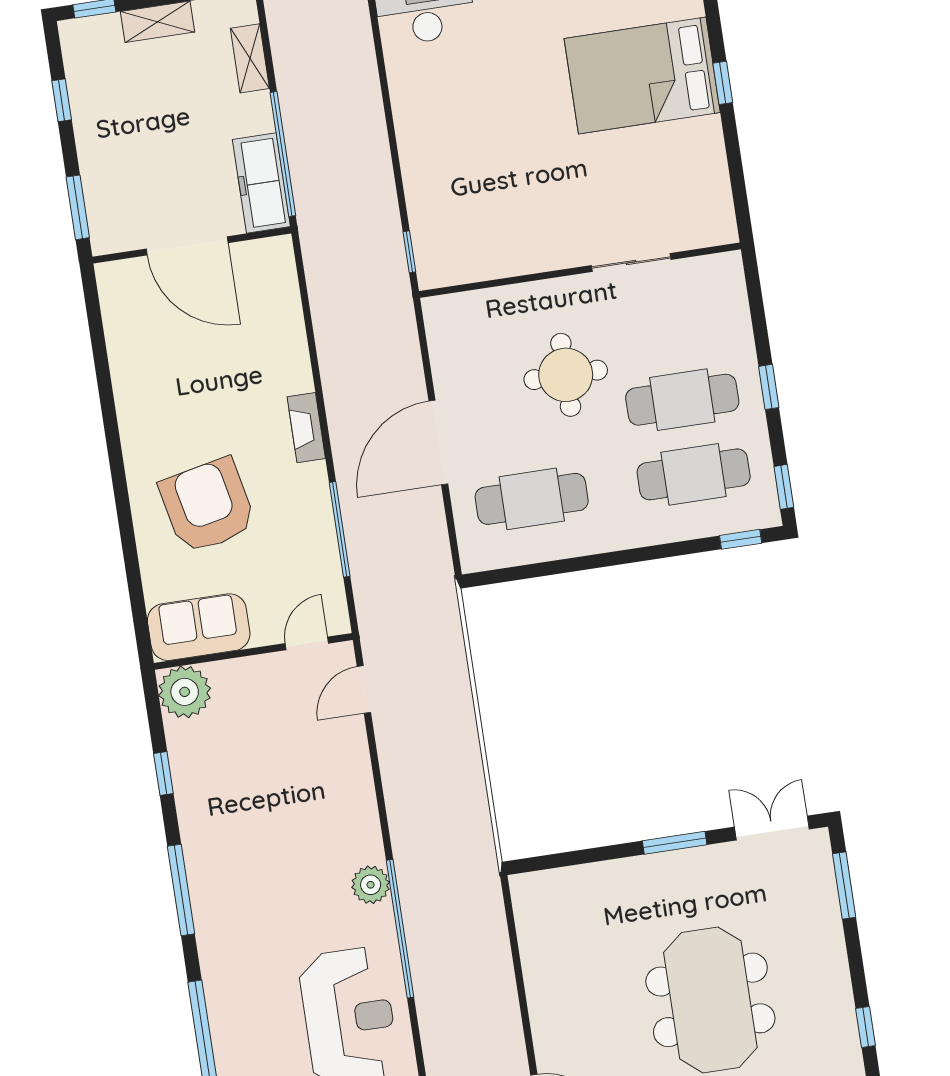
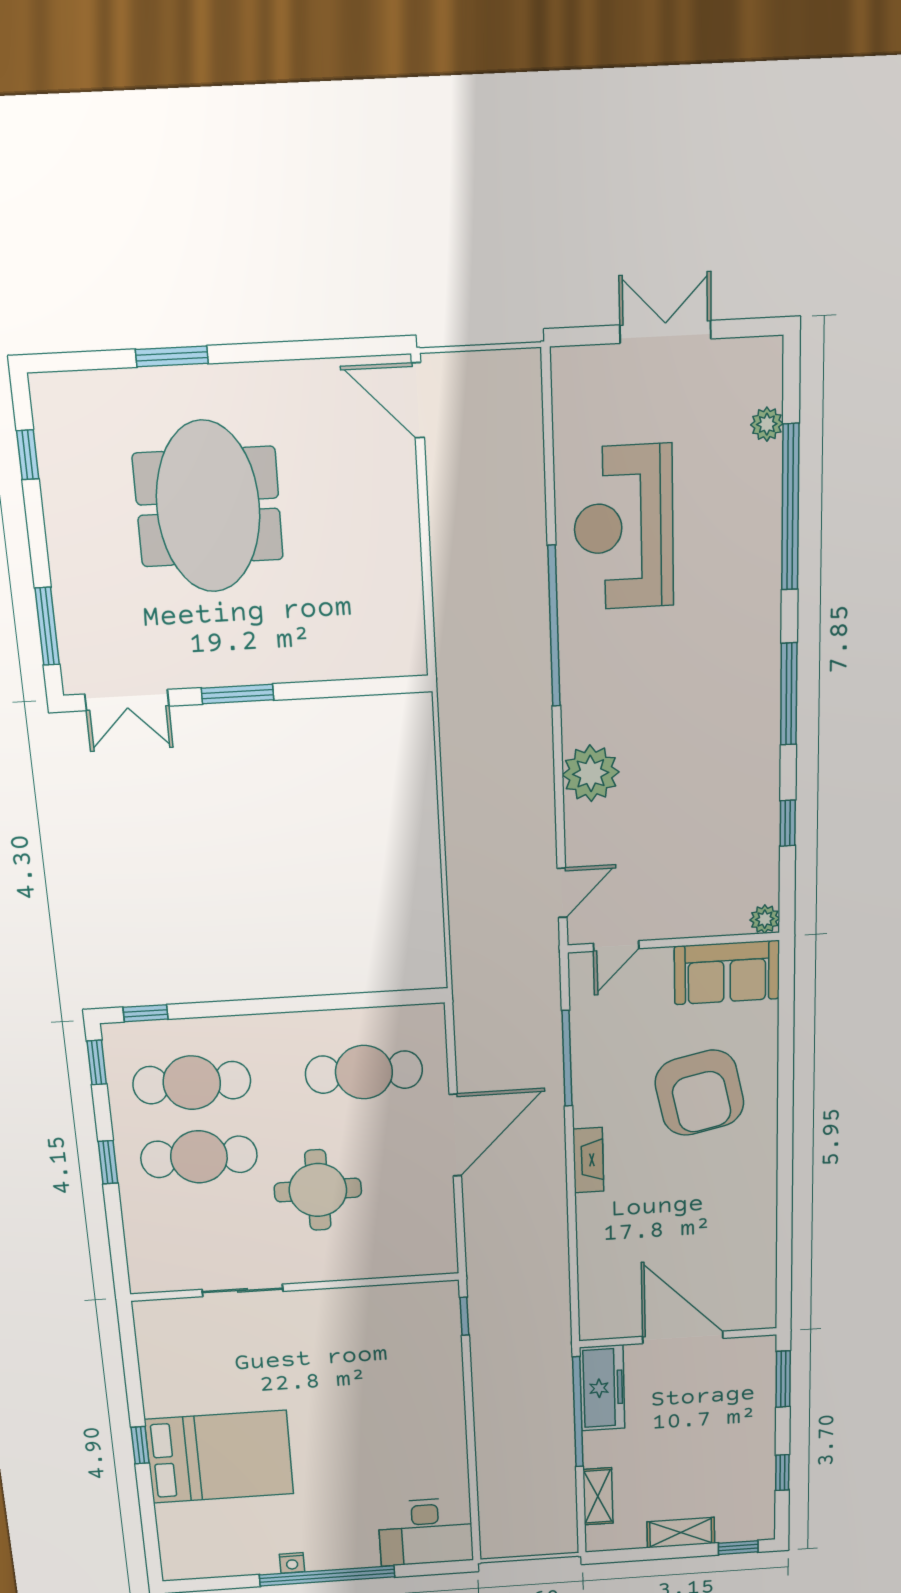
plant: (185, 692) -> (765, 919), width x0.53, depth x0.53
plant: (371, 885) -> (591, 773), moved, width x1.36, depth x1.36

